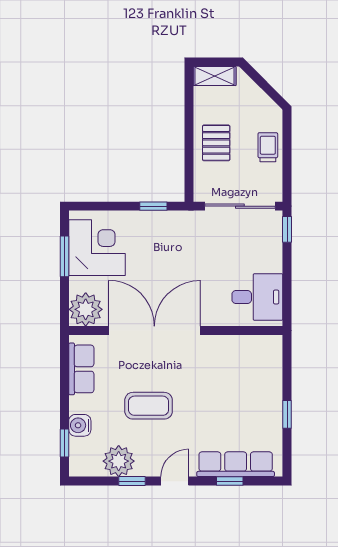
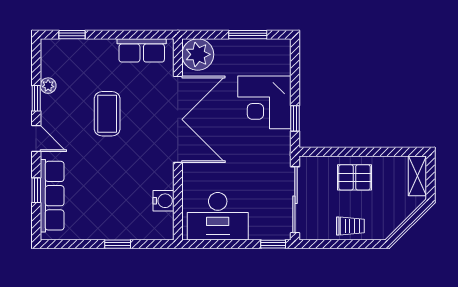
corner desk: (97, 248) -> (264, 102), moved, turned 90
desk: (257, 297) -> (218, 216), width x1.37
window: (287, 414) -> (118, 244), moved
water cooler: (80, 425) -> (163, 201), moved, turned 90
plant: (119, 461) -> (48, 86), width x0.53, depth x0.53

